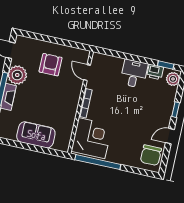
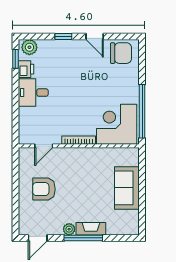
plant: (17, 75) -> (69, 229), width x0.53, depth x0.53

